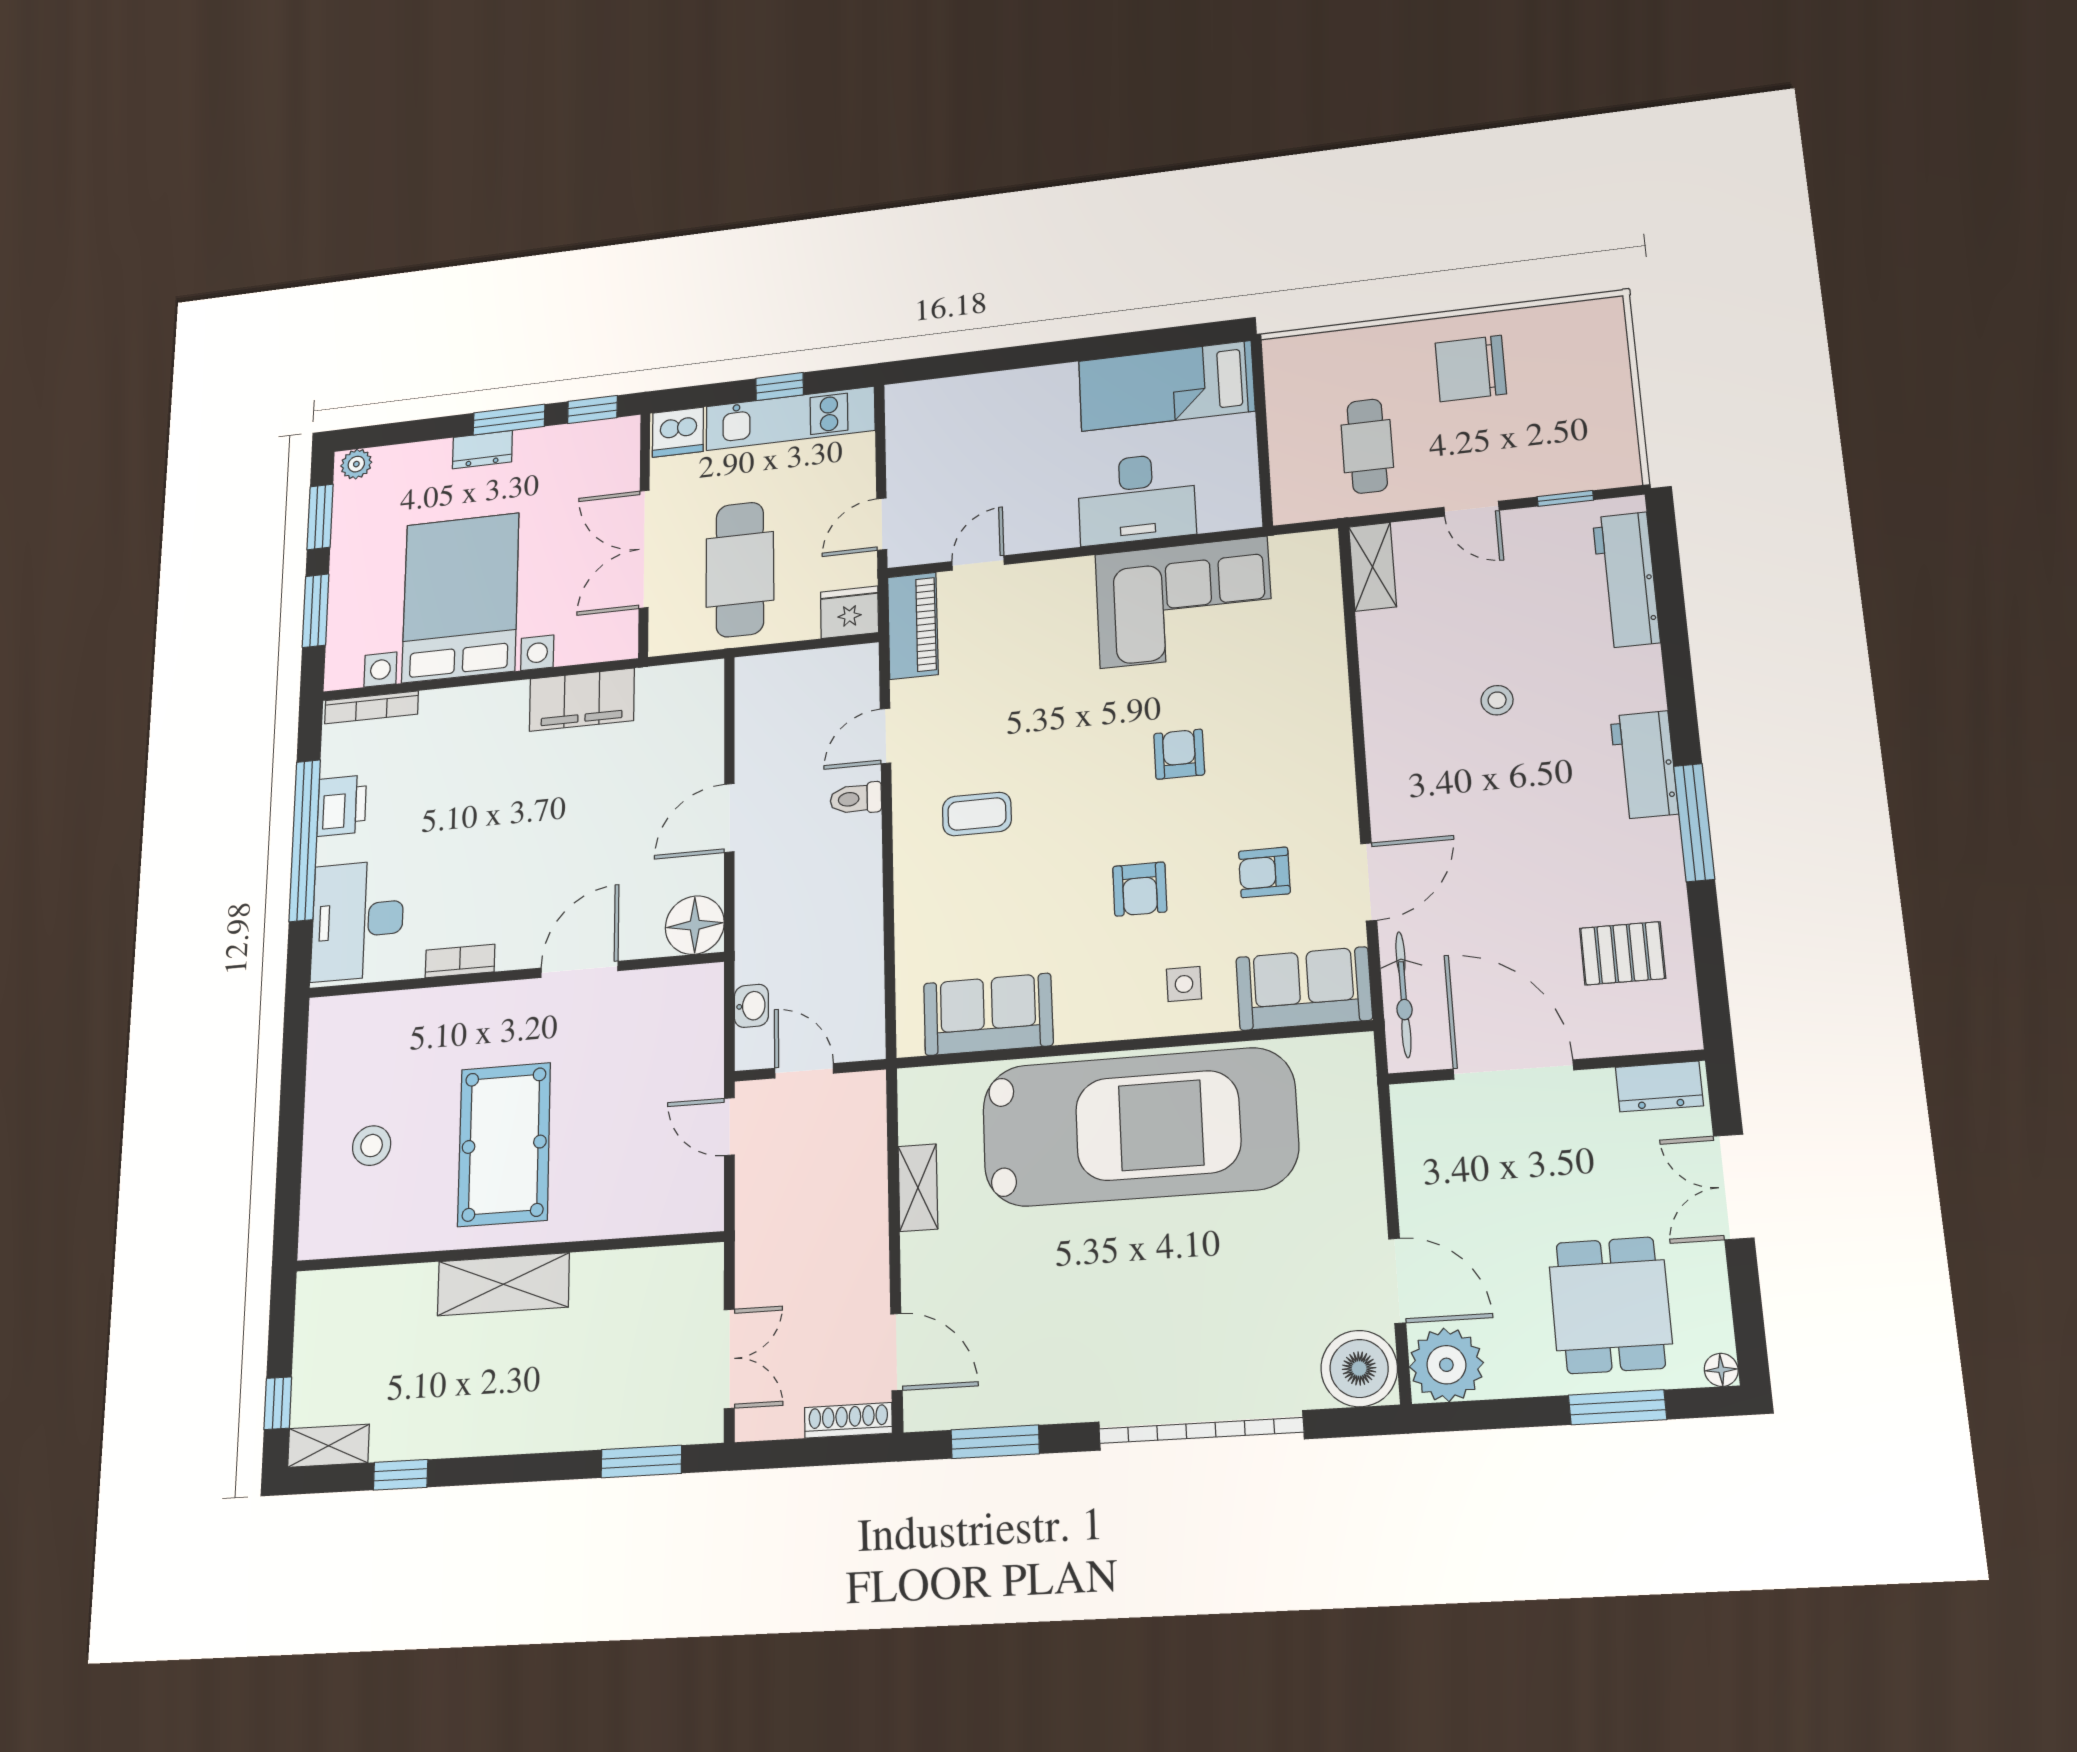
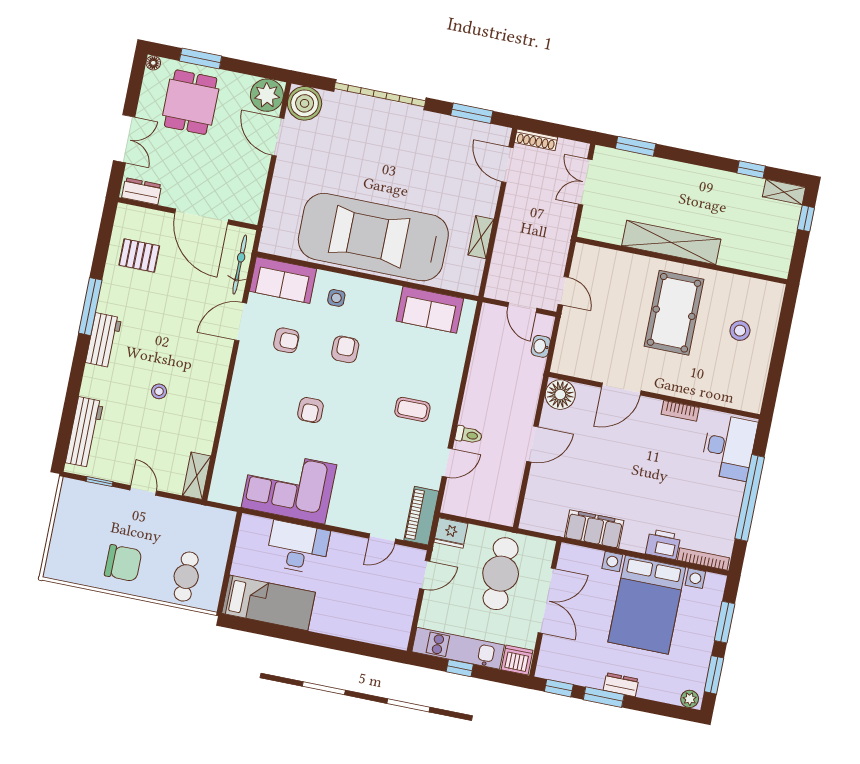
cafe table: (1367, 446) -> (186, 577), moved
printer: (342, 806) -> (663, 544), moved, turned 90
shelving: (503, 1284) -> (671, 242), width x1.47

